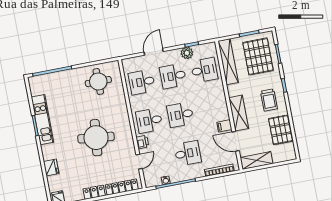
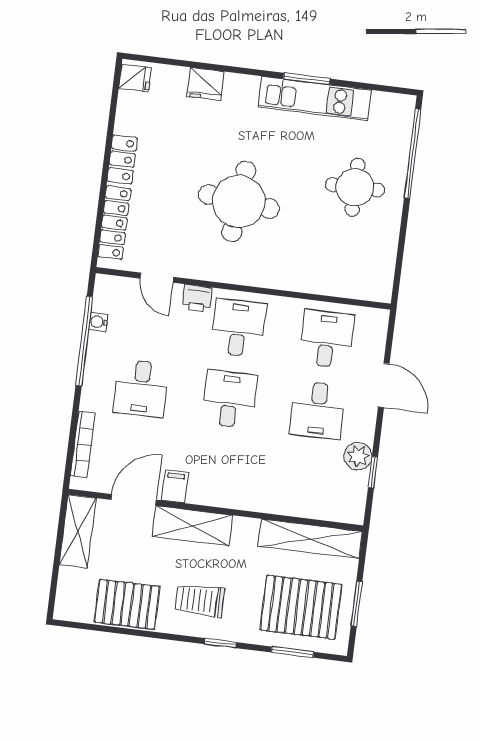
desk: (204, 70) -> (309, 482), removed
desk: (173, 76) -> (318, 410), turned 180
round table: (98, 81) -> (355, 187), moved

